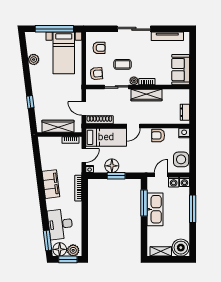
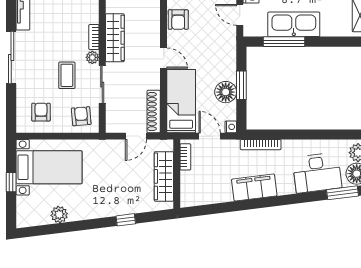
window: (54, 29) -> (11, 182), width x0.32

